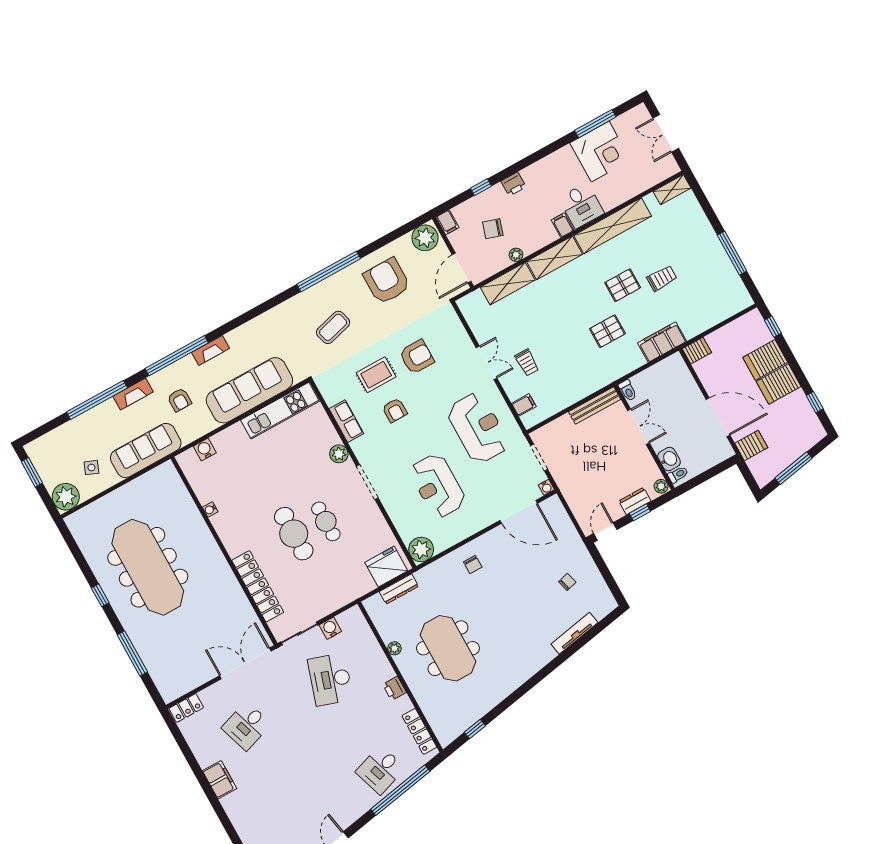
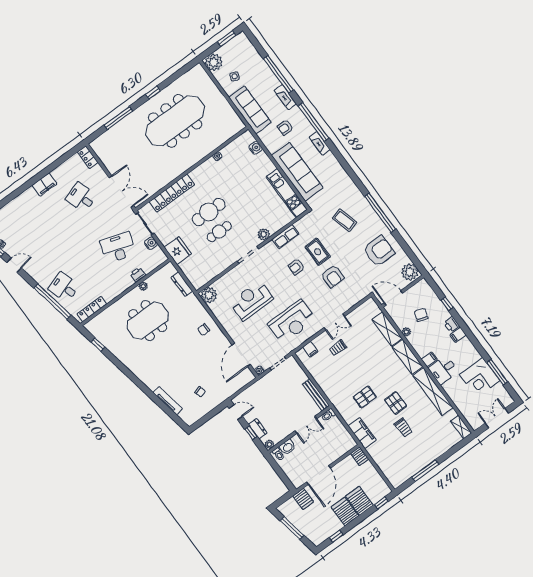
filing cabinet: (447, 222) -> (458, 335), moved
pallet: (607, 331) -> (365, 397), turned 90
fridge: (386, 567) -> (178, 251), moved
printer: (394, 688) -> (138, 275), moved

